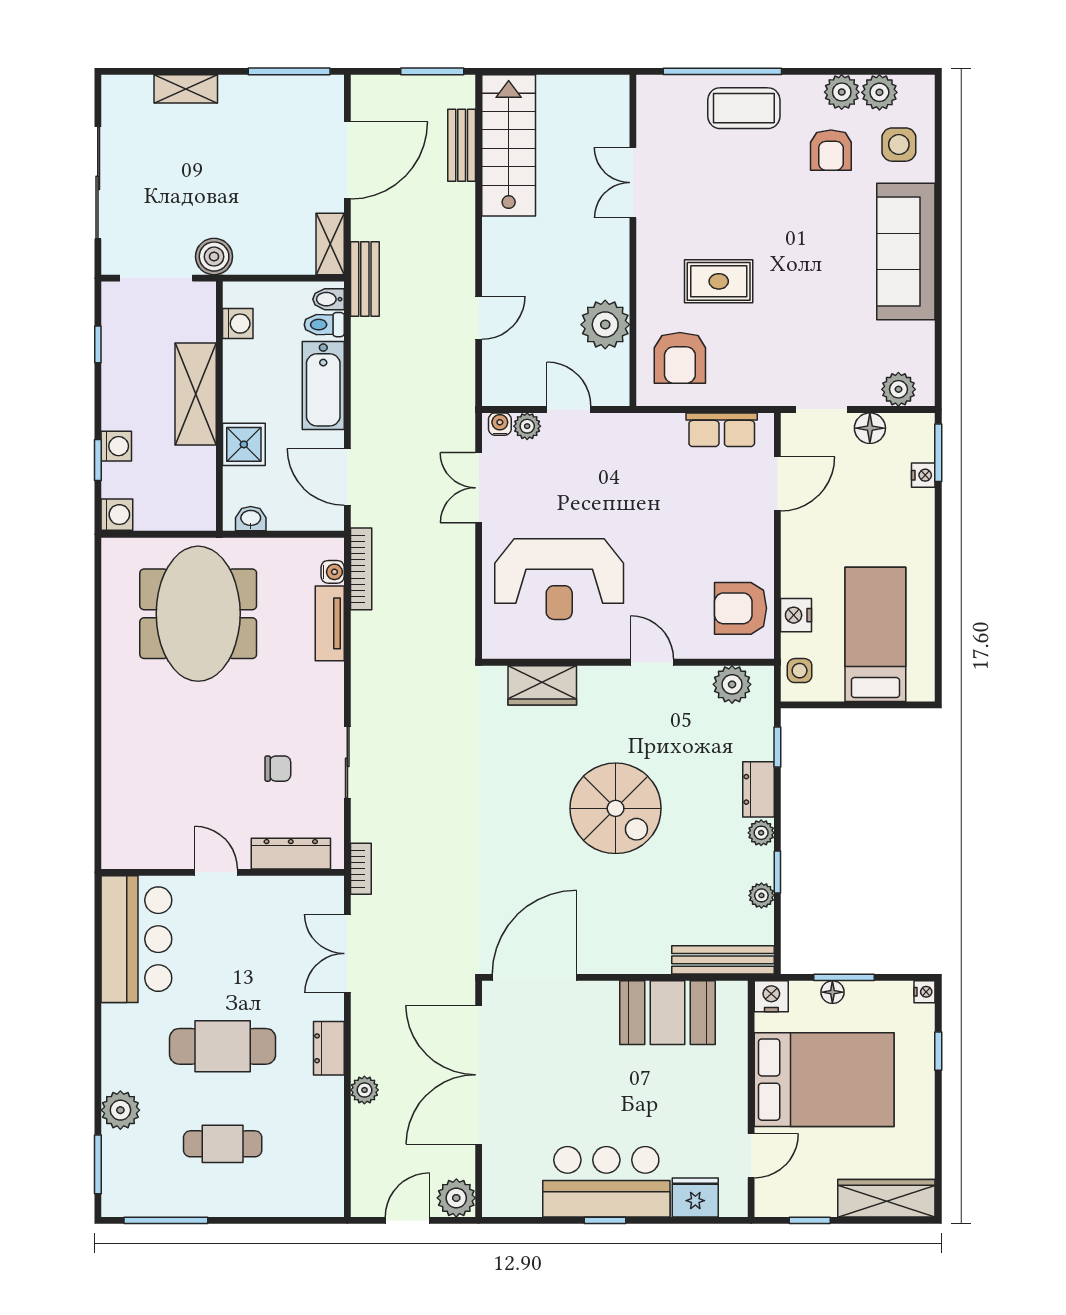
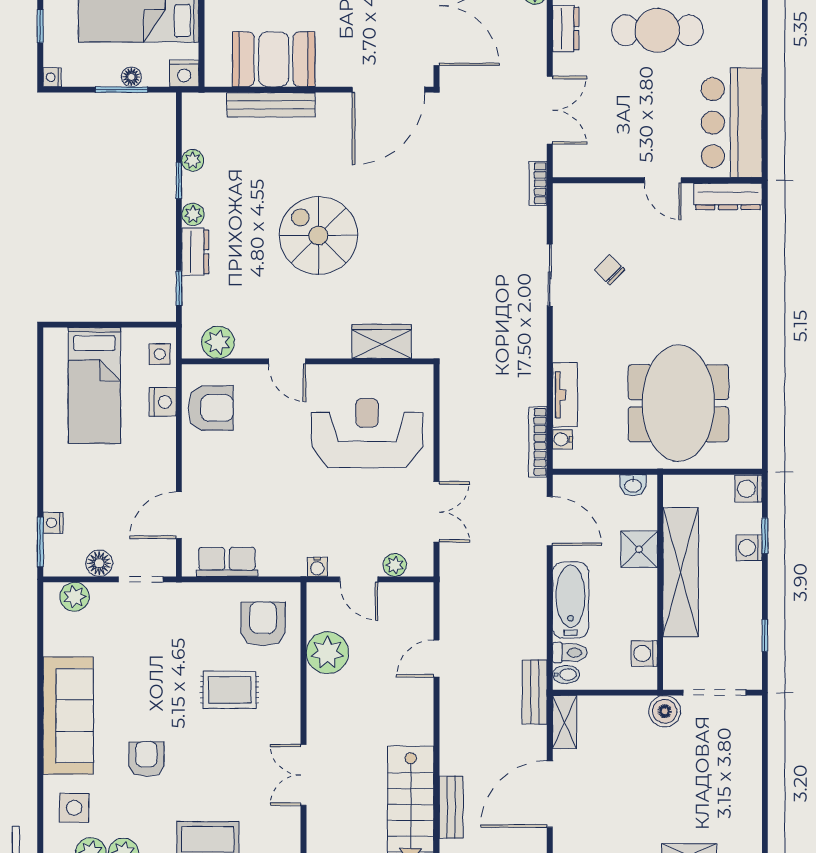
armchair: (831, 150) -> (146, 759), moved
sliding door: (98, 183) -> (765, 775), removed
double door: (633, 183) -> (303, 775), swing flipped
shelving: (196, 394) -> (681, 572), width x1.47
water cooler: (500, 424) -> (317, 567), moved
chair: (278, 769) -> (610, 270), turned 44
dresser: (291, 854) -> (728, 196), moved
bench: (723, 960) -> (271, 105), moved

